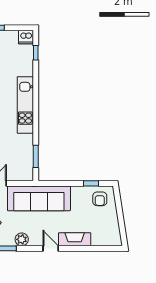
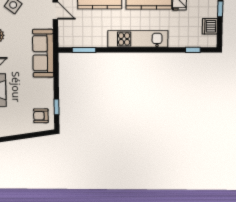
dishwasher: (26, 37) -> (210, 26), moved
sofa: (39, 198) -> (43, 53), width x0.74, depth x0.79

